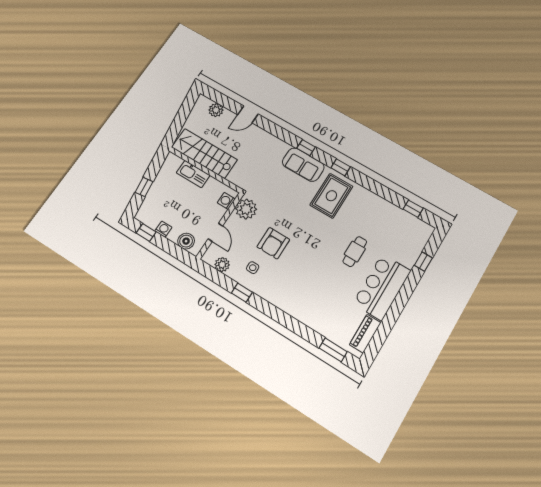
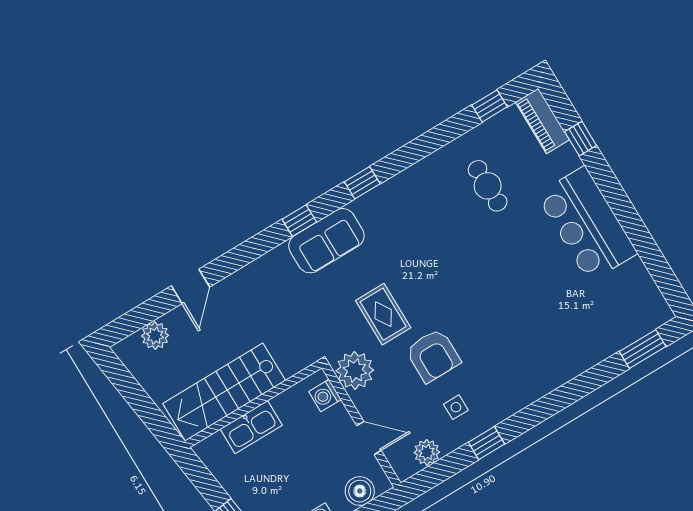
rug: (331, 196) -> (383, 314), moved, width x0.73, depth x0.70
cafe table: (355, 252) -> (488, 186), moved
piano: (365, 334) -> (542, 121), moved

